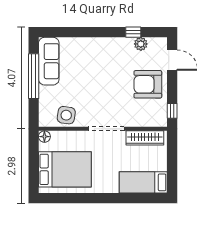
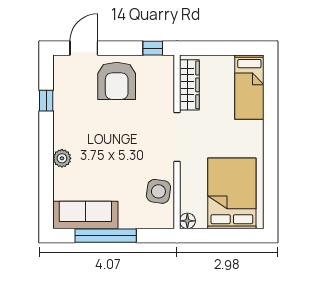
plant: (141, 44) -> (62, 158), moved

